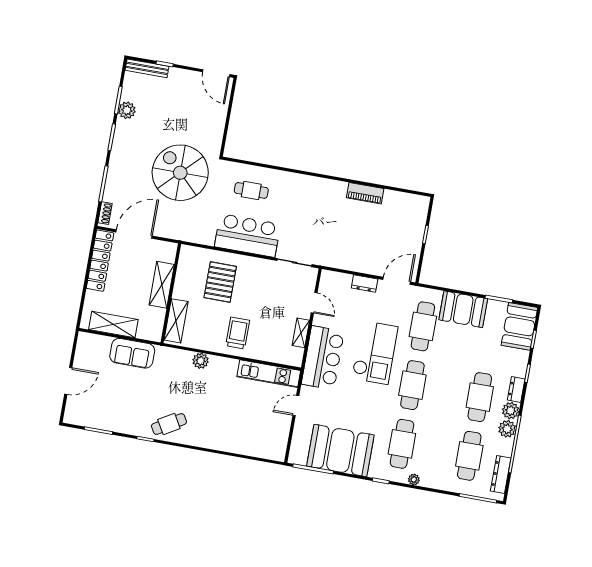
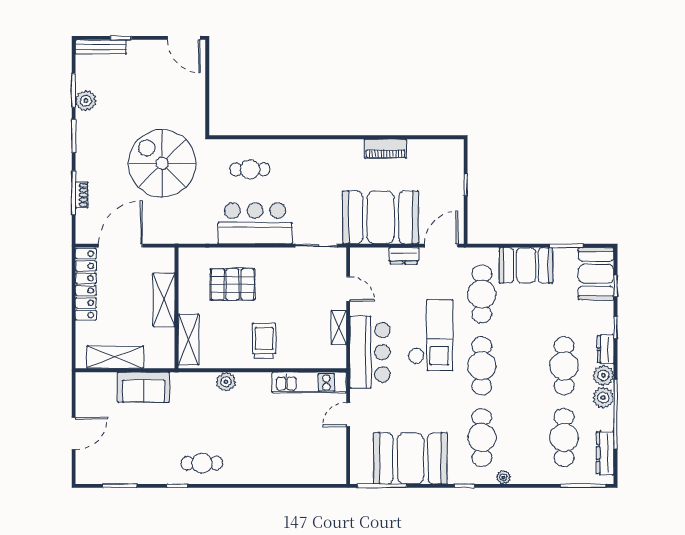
shoe rack: (105, 213) -> (82, 195), moved
booth: (351, 249) -> (381, 217), added
pallet: (220, 282) -> (233, 284), turned 90
cafe table: (169, 424) -> (202, 463), turned 30

